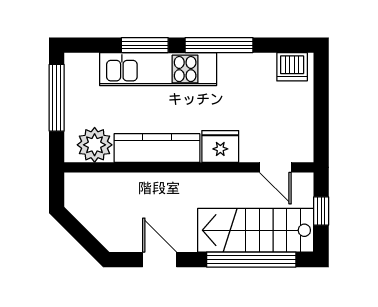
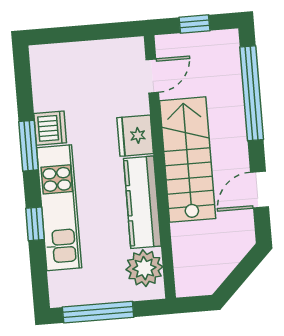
window: (145, 45) -> (35, 224), width x0.67
window: (219, 45) -> (29, 146), width x0.69
dishwasher: (292, 67) -> (50, 128), moved
stairs: (256, 230) -> (188, 160), moved, turned 180

